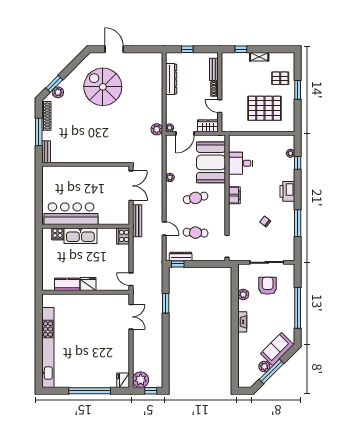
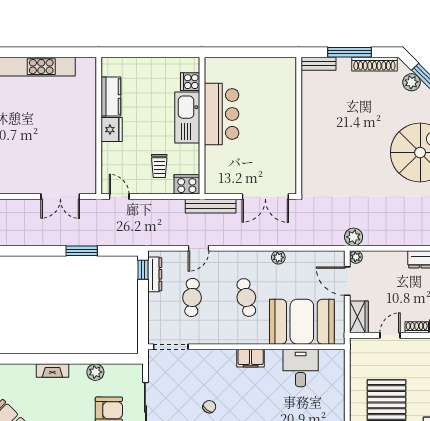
bar counter: (71, 214) -> (222, 114), width x0.73
trolley: (111, 254) -> (159, 166), added
door: (131, 279) -> (119, 197), hinge flipped

